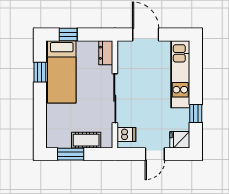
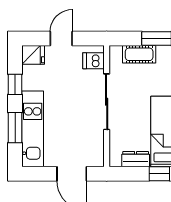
dresser: (106, 53) -> (136, 159), moved, turned -90
window: (196, 75) -> (15, 128), added

